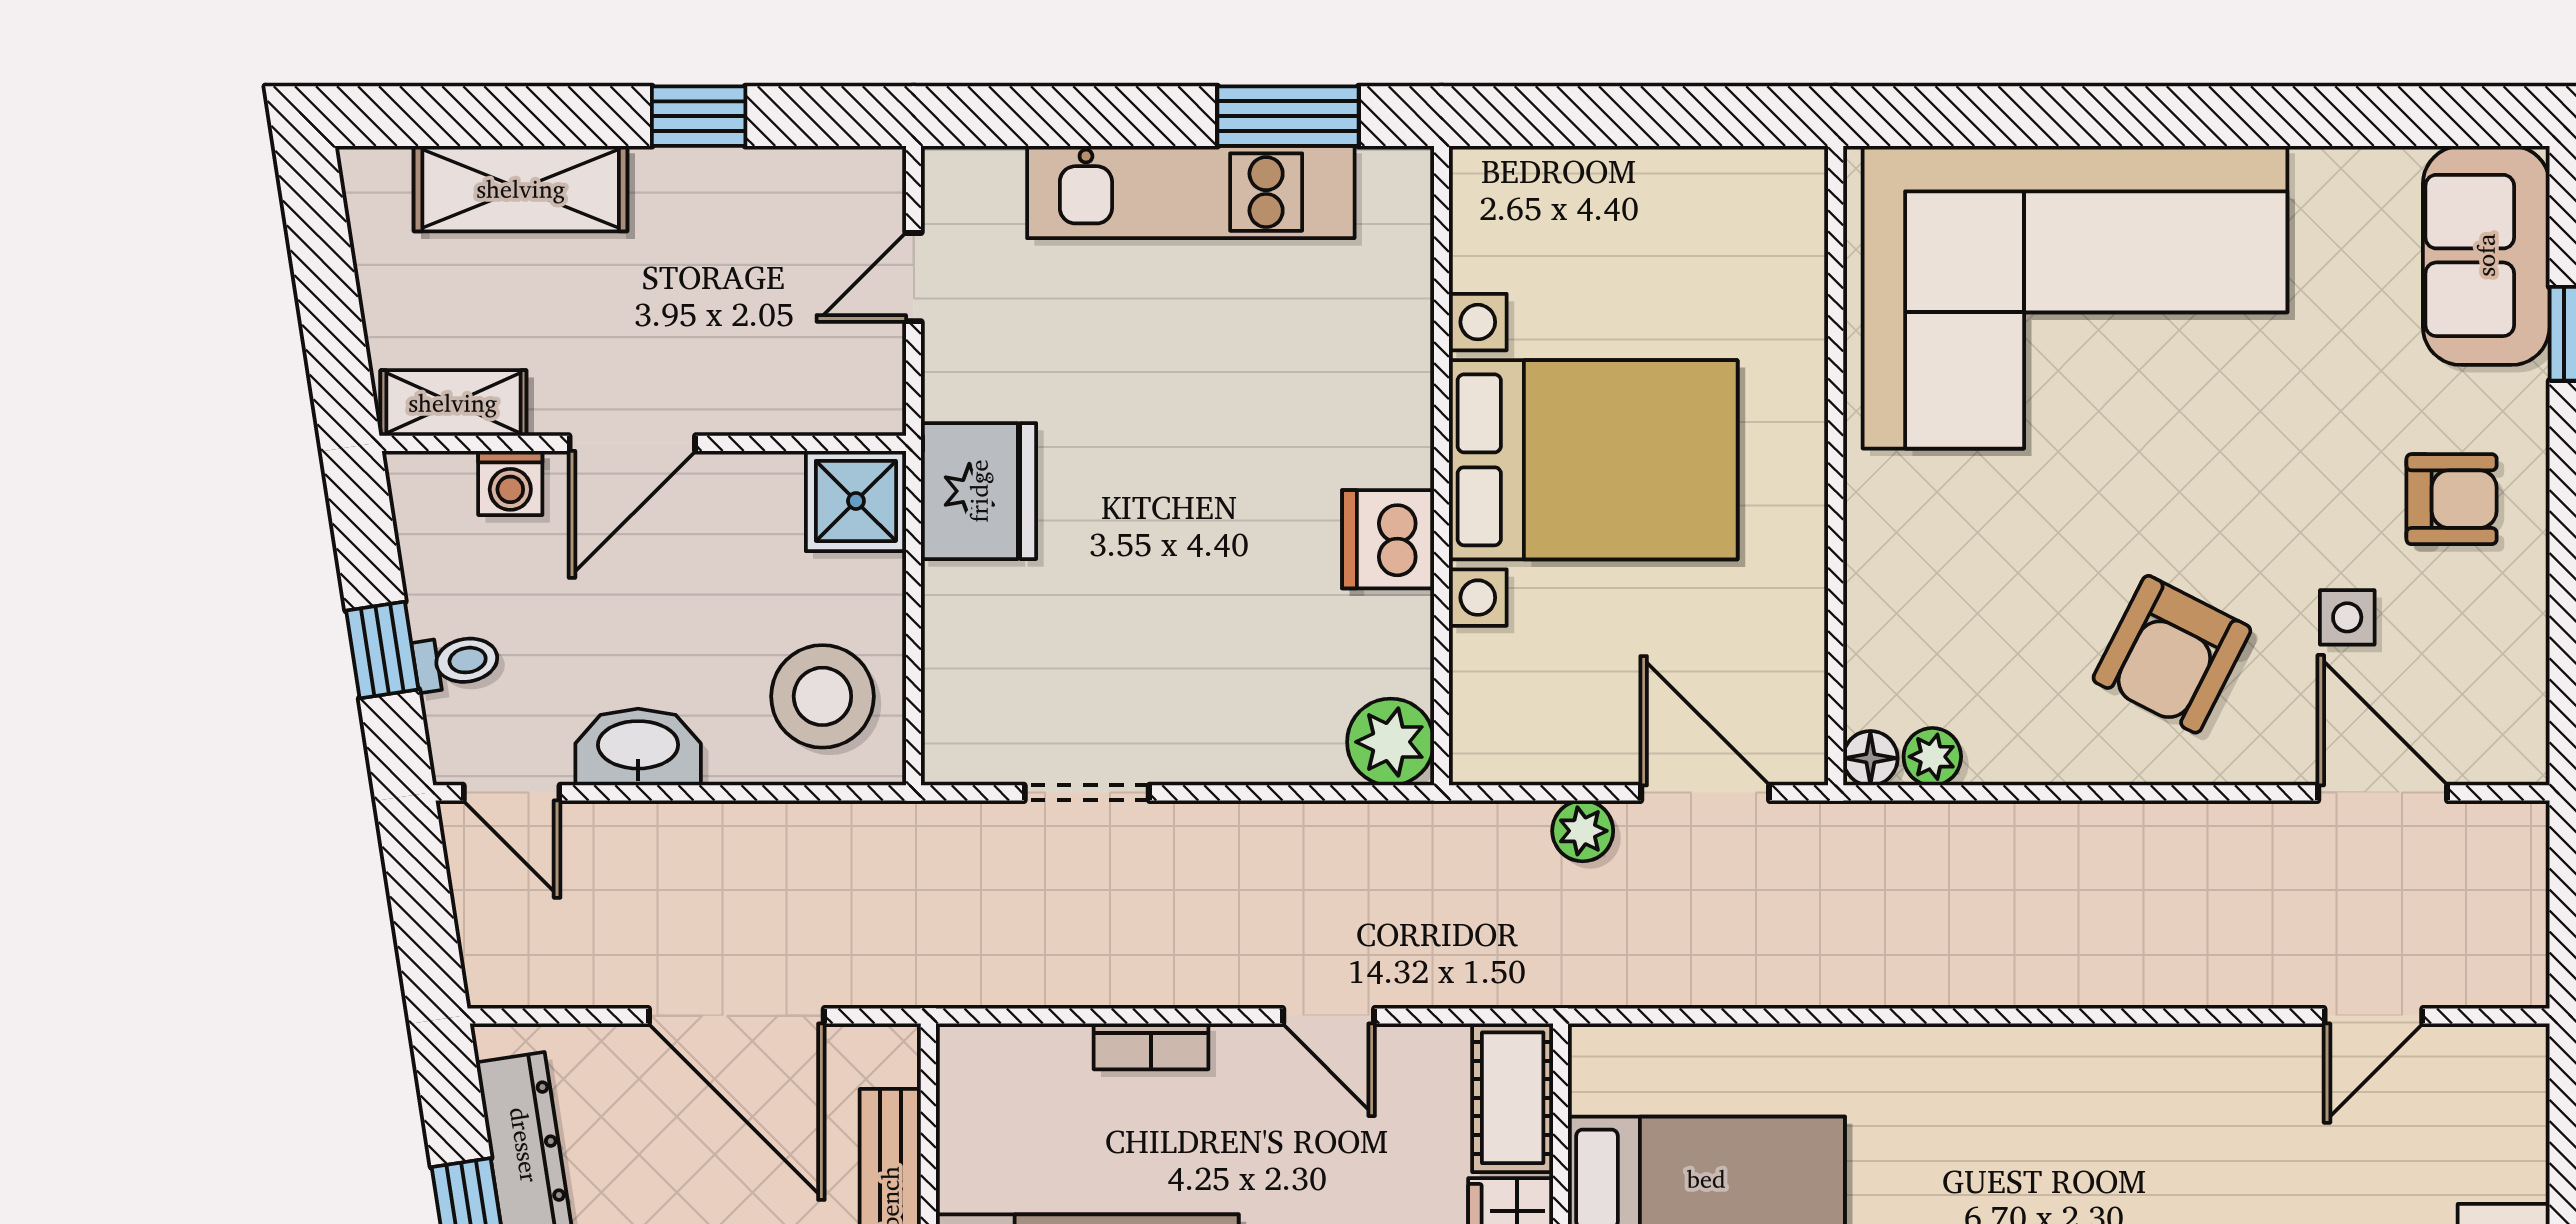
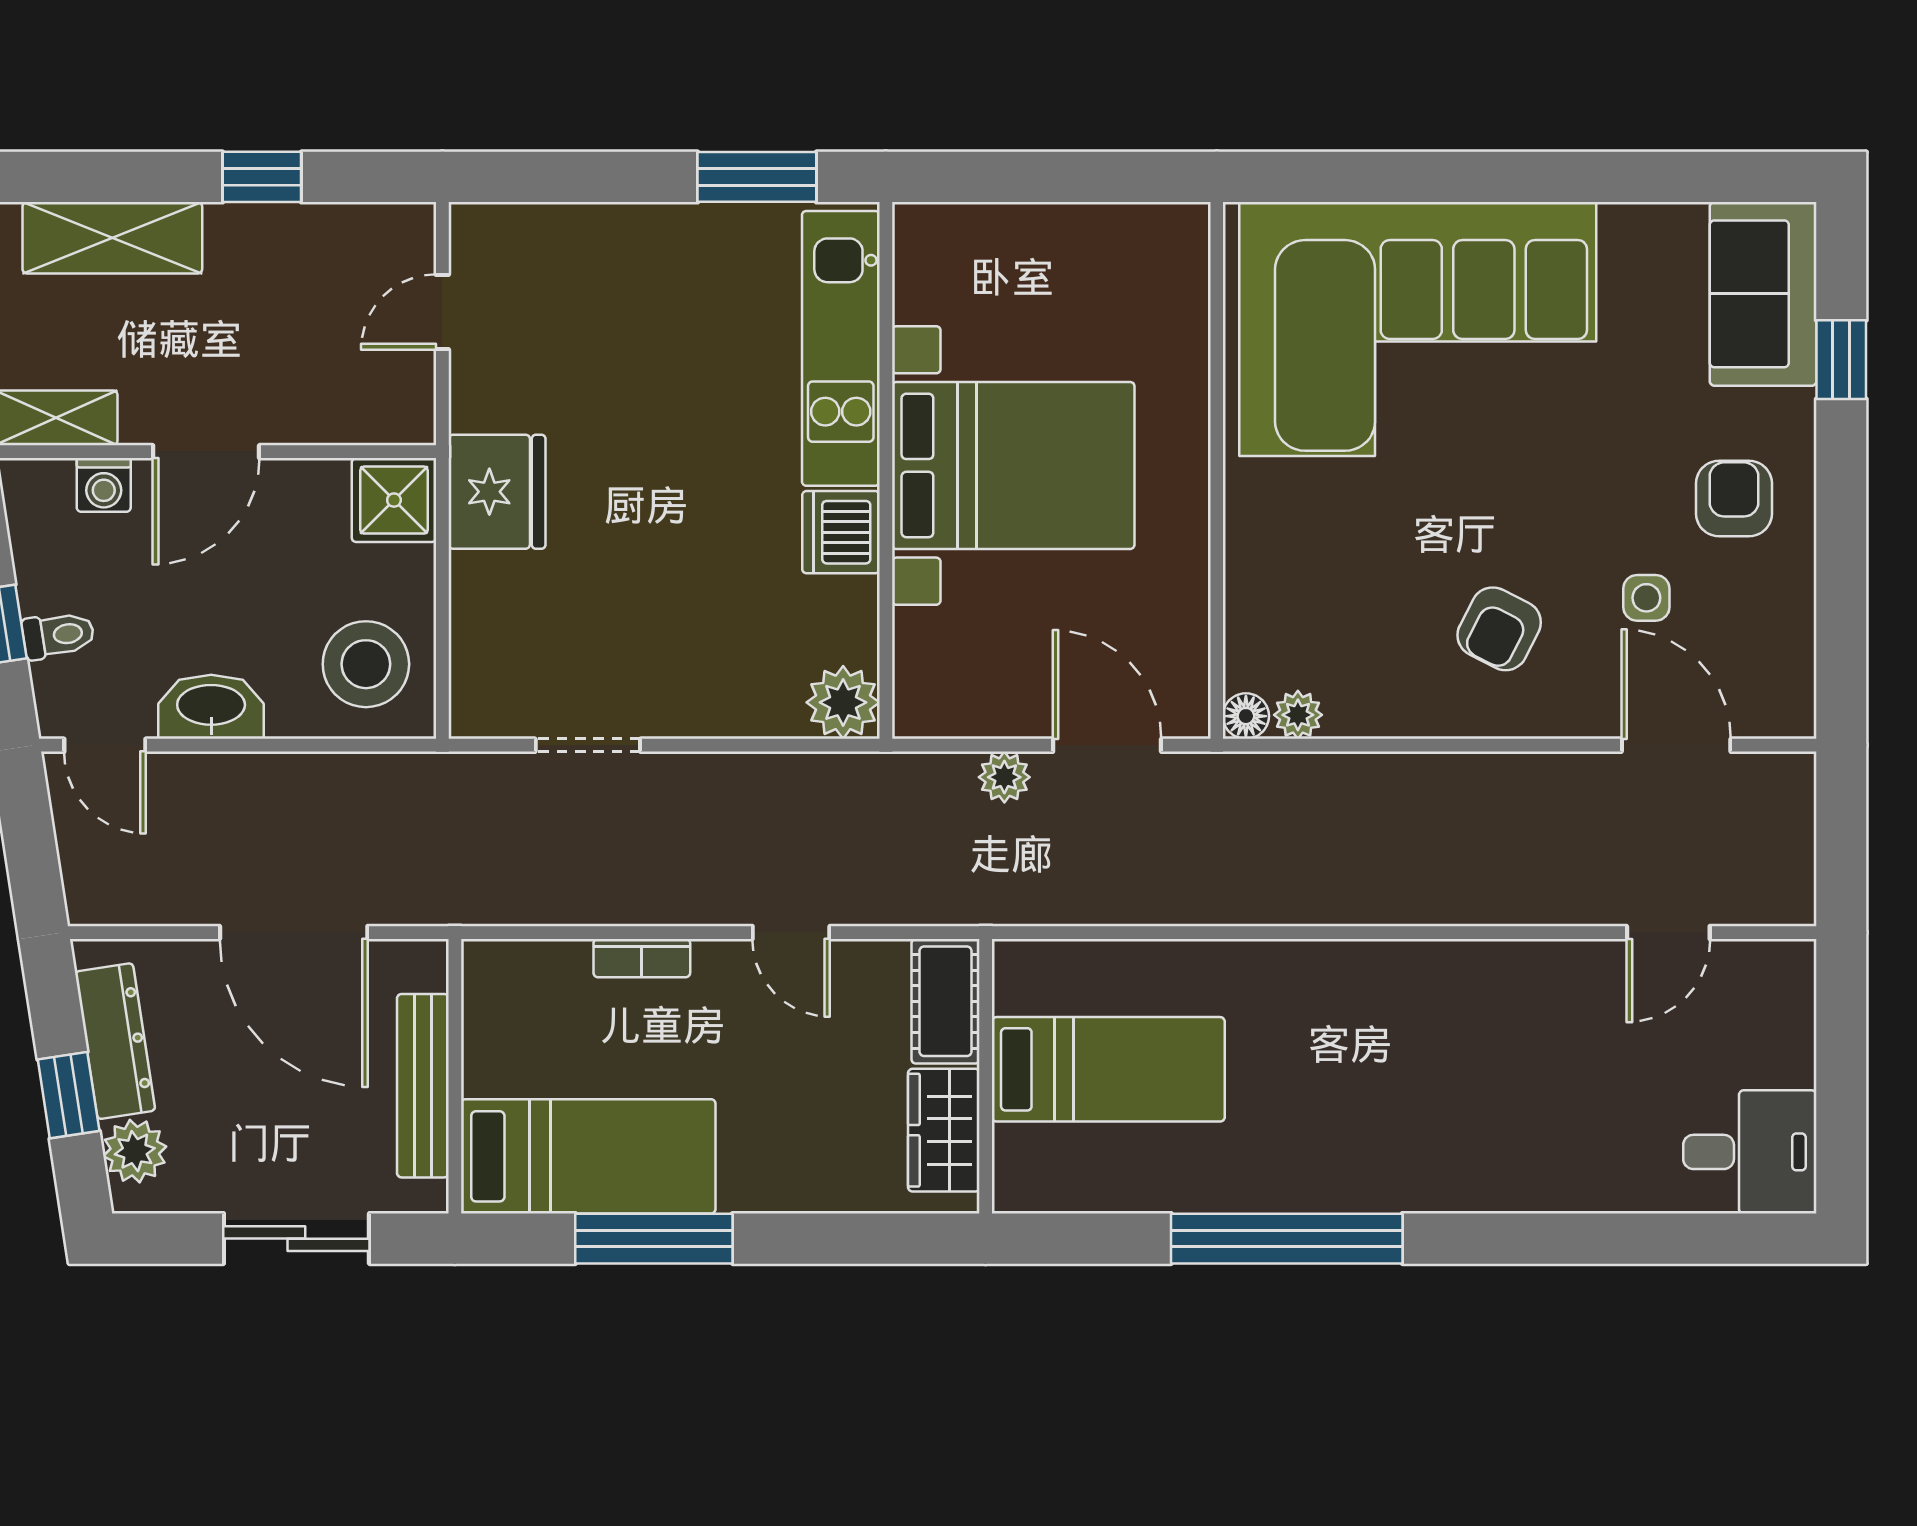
kitchen unit: (1191, 192) -> (841, 348), moved, turned 90
armchair: (2452, 499) -> (1734, 499), turned -90
armchair: (2172, 654) -> (1499, 629), width x0.72, depth x0.72

